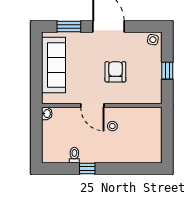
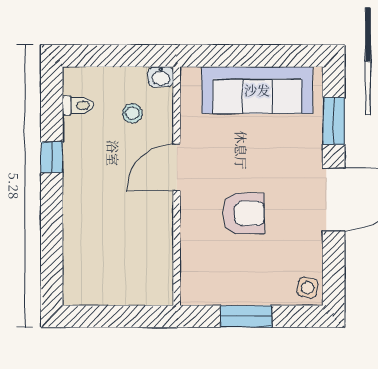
window: (167, 71) -> (246, 316), width x1.50
stool: (112, 126) -> (132, 113), moved
toilet: (74, 155) -> (78, 106), moved

